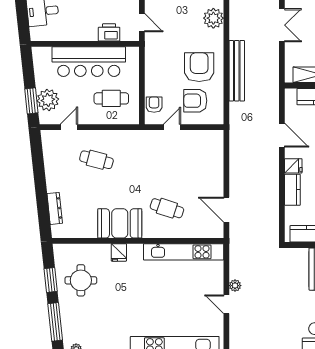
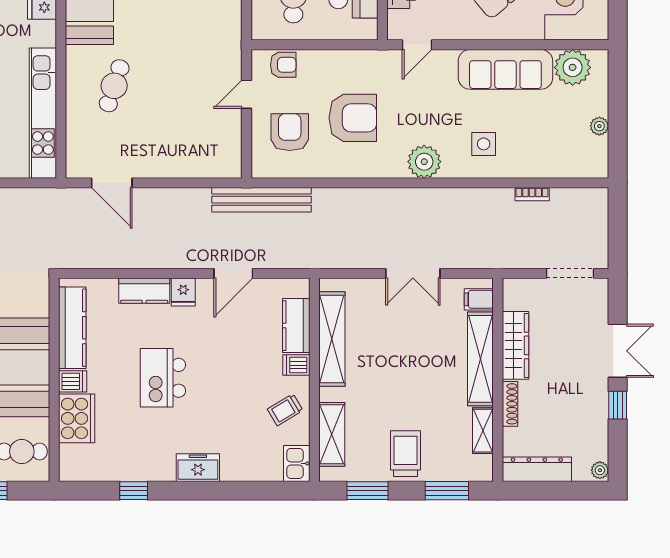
armchair: (199, 67) -> (353, 118), moved
bench: (237, 71) -> (262, 200), moved
door: (172, 127) -> (247, 94), swing flipped
door: (226, 210) -> (112, 183), swing flipped

